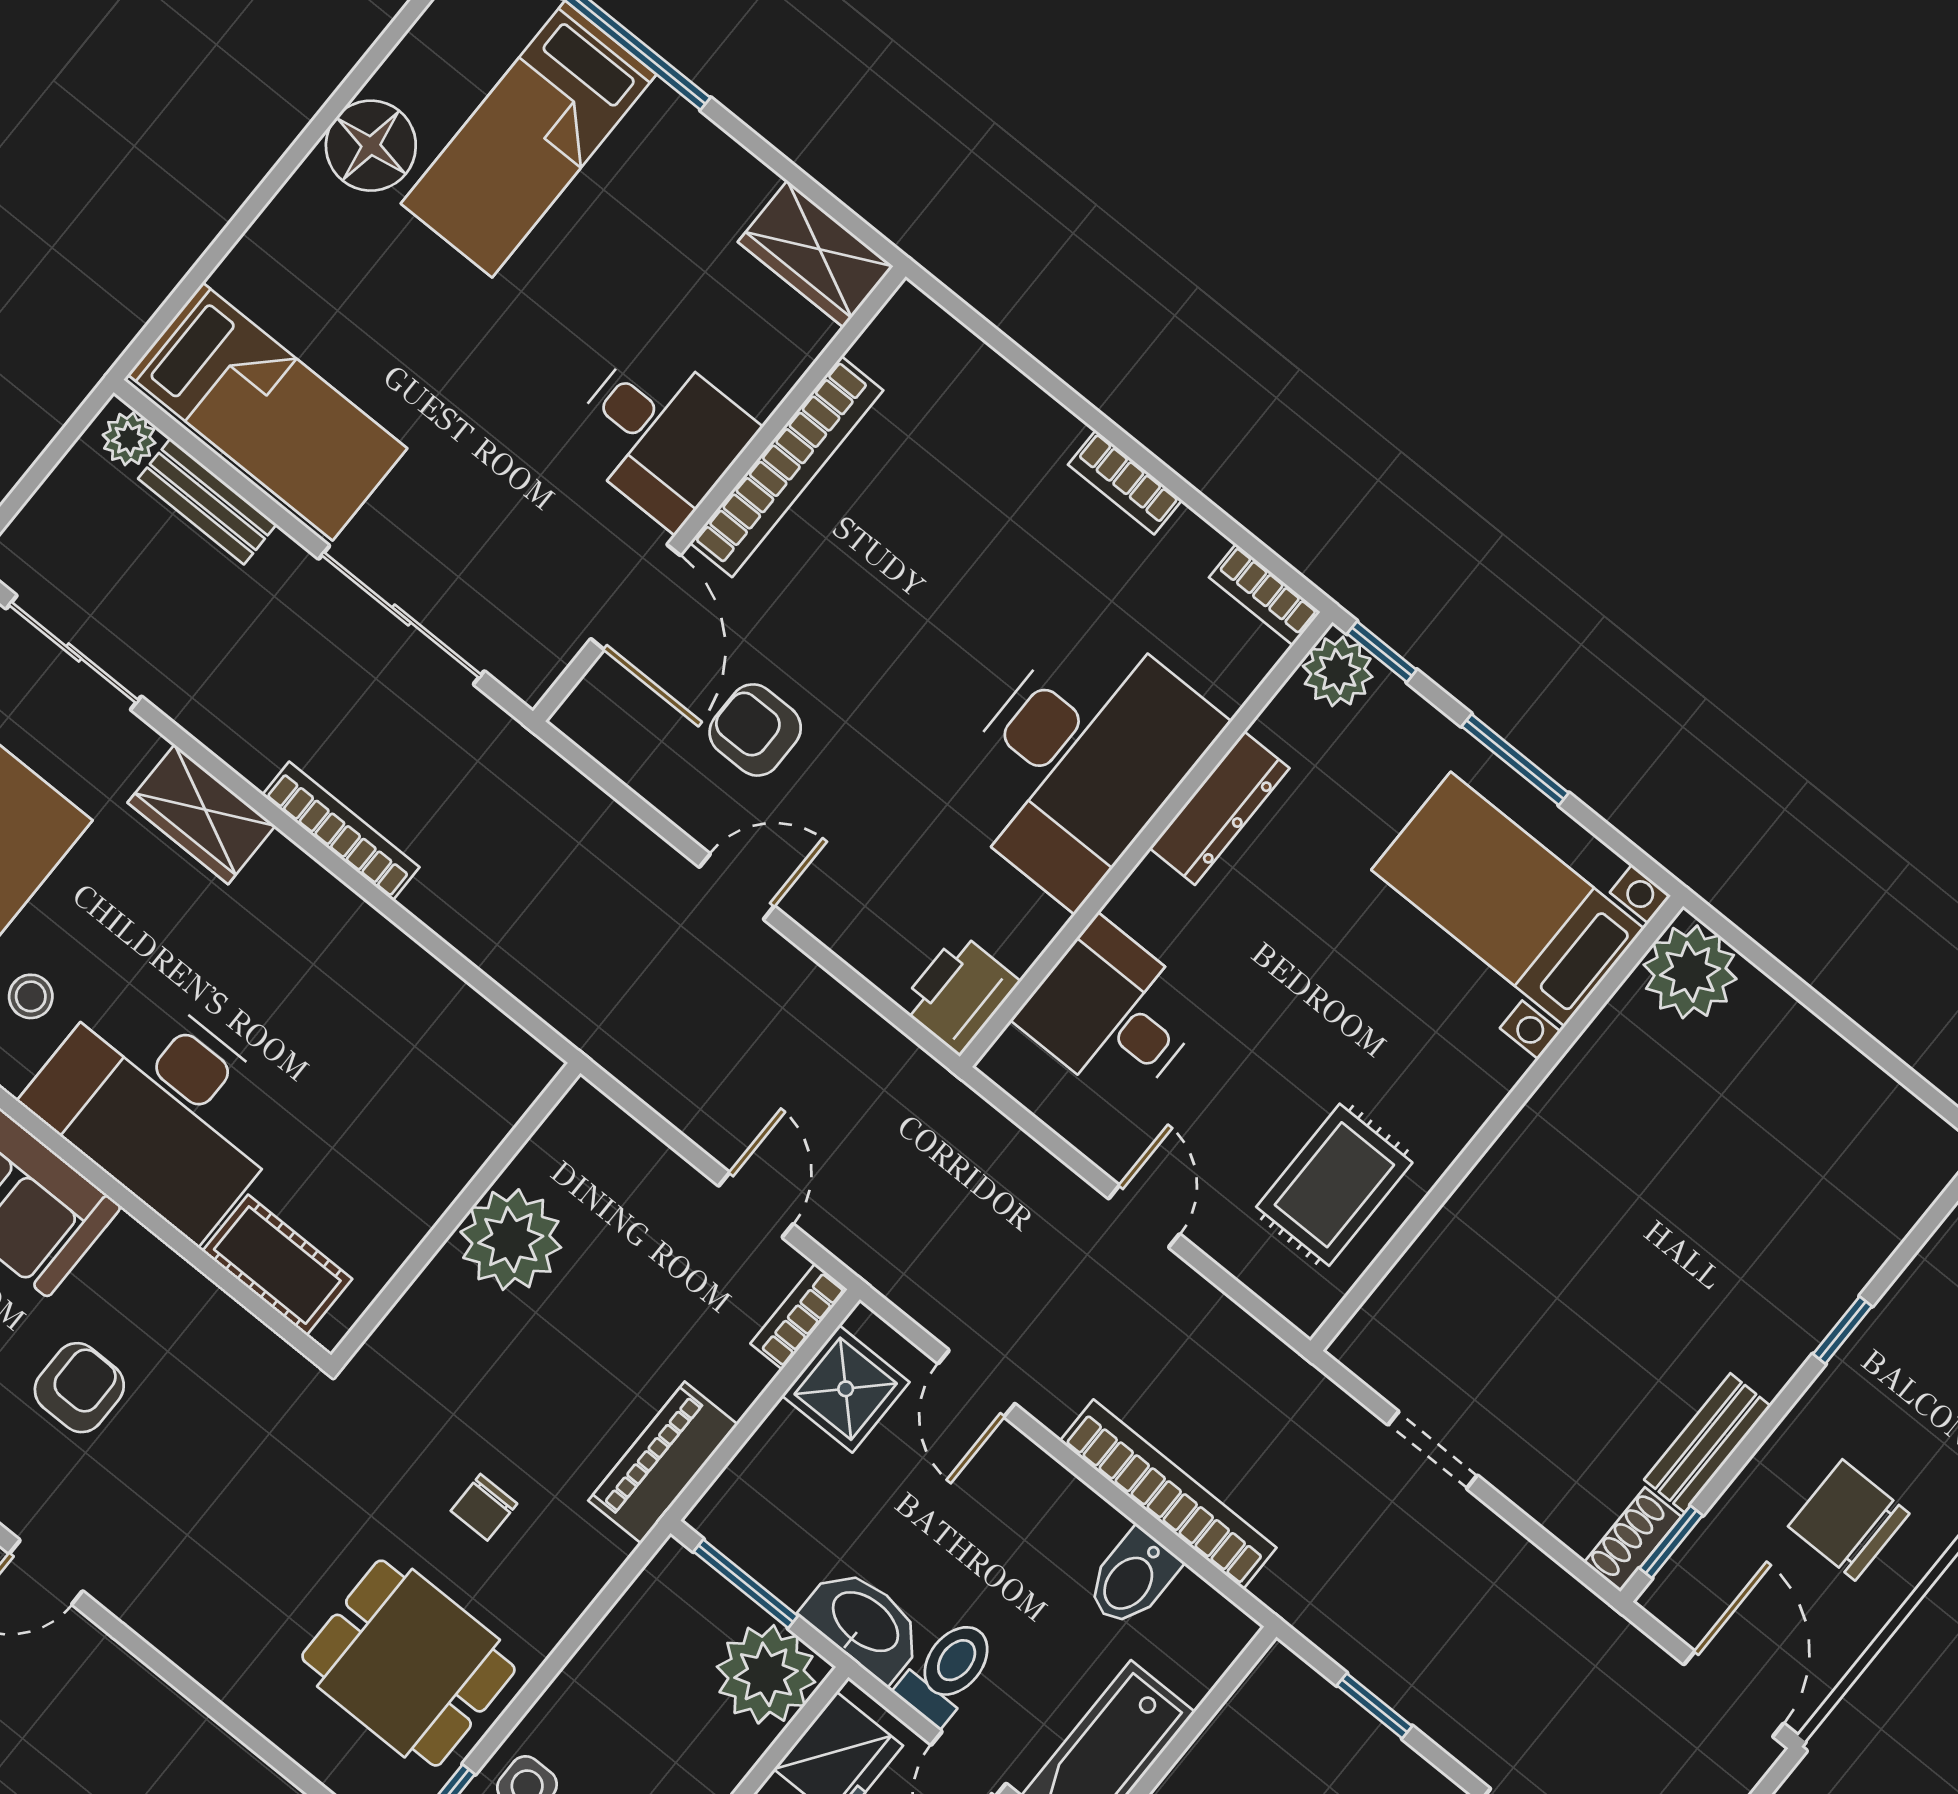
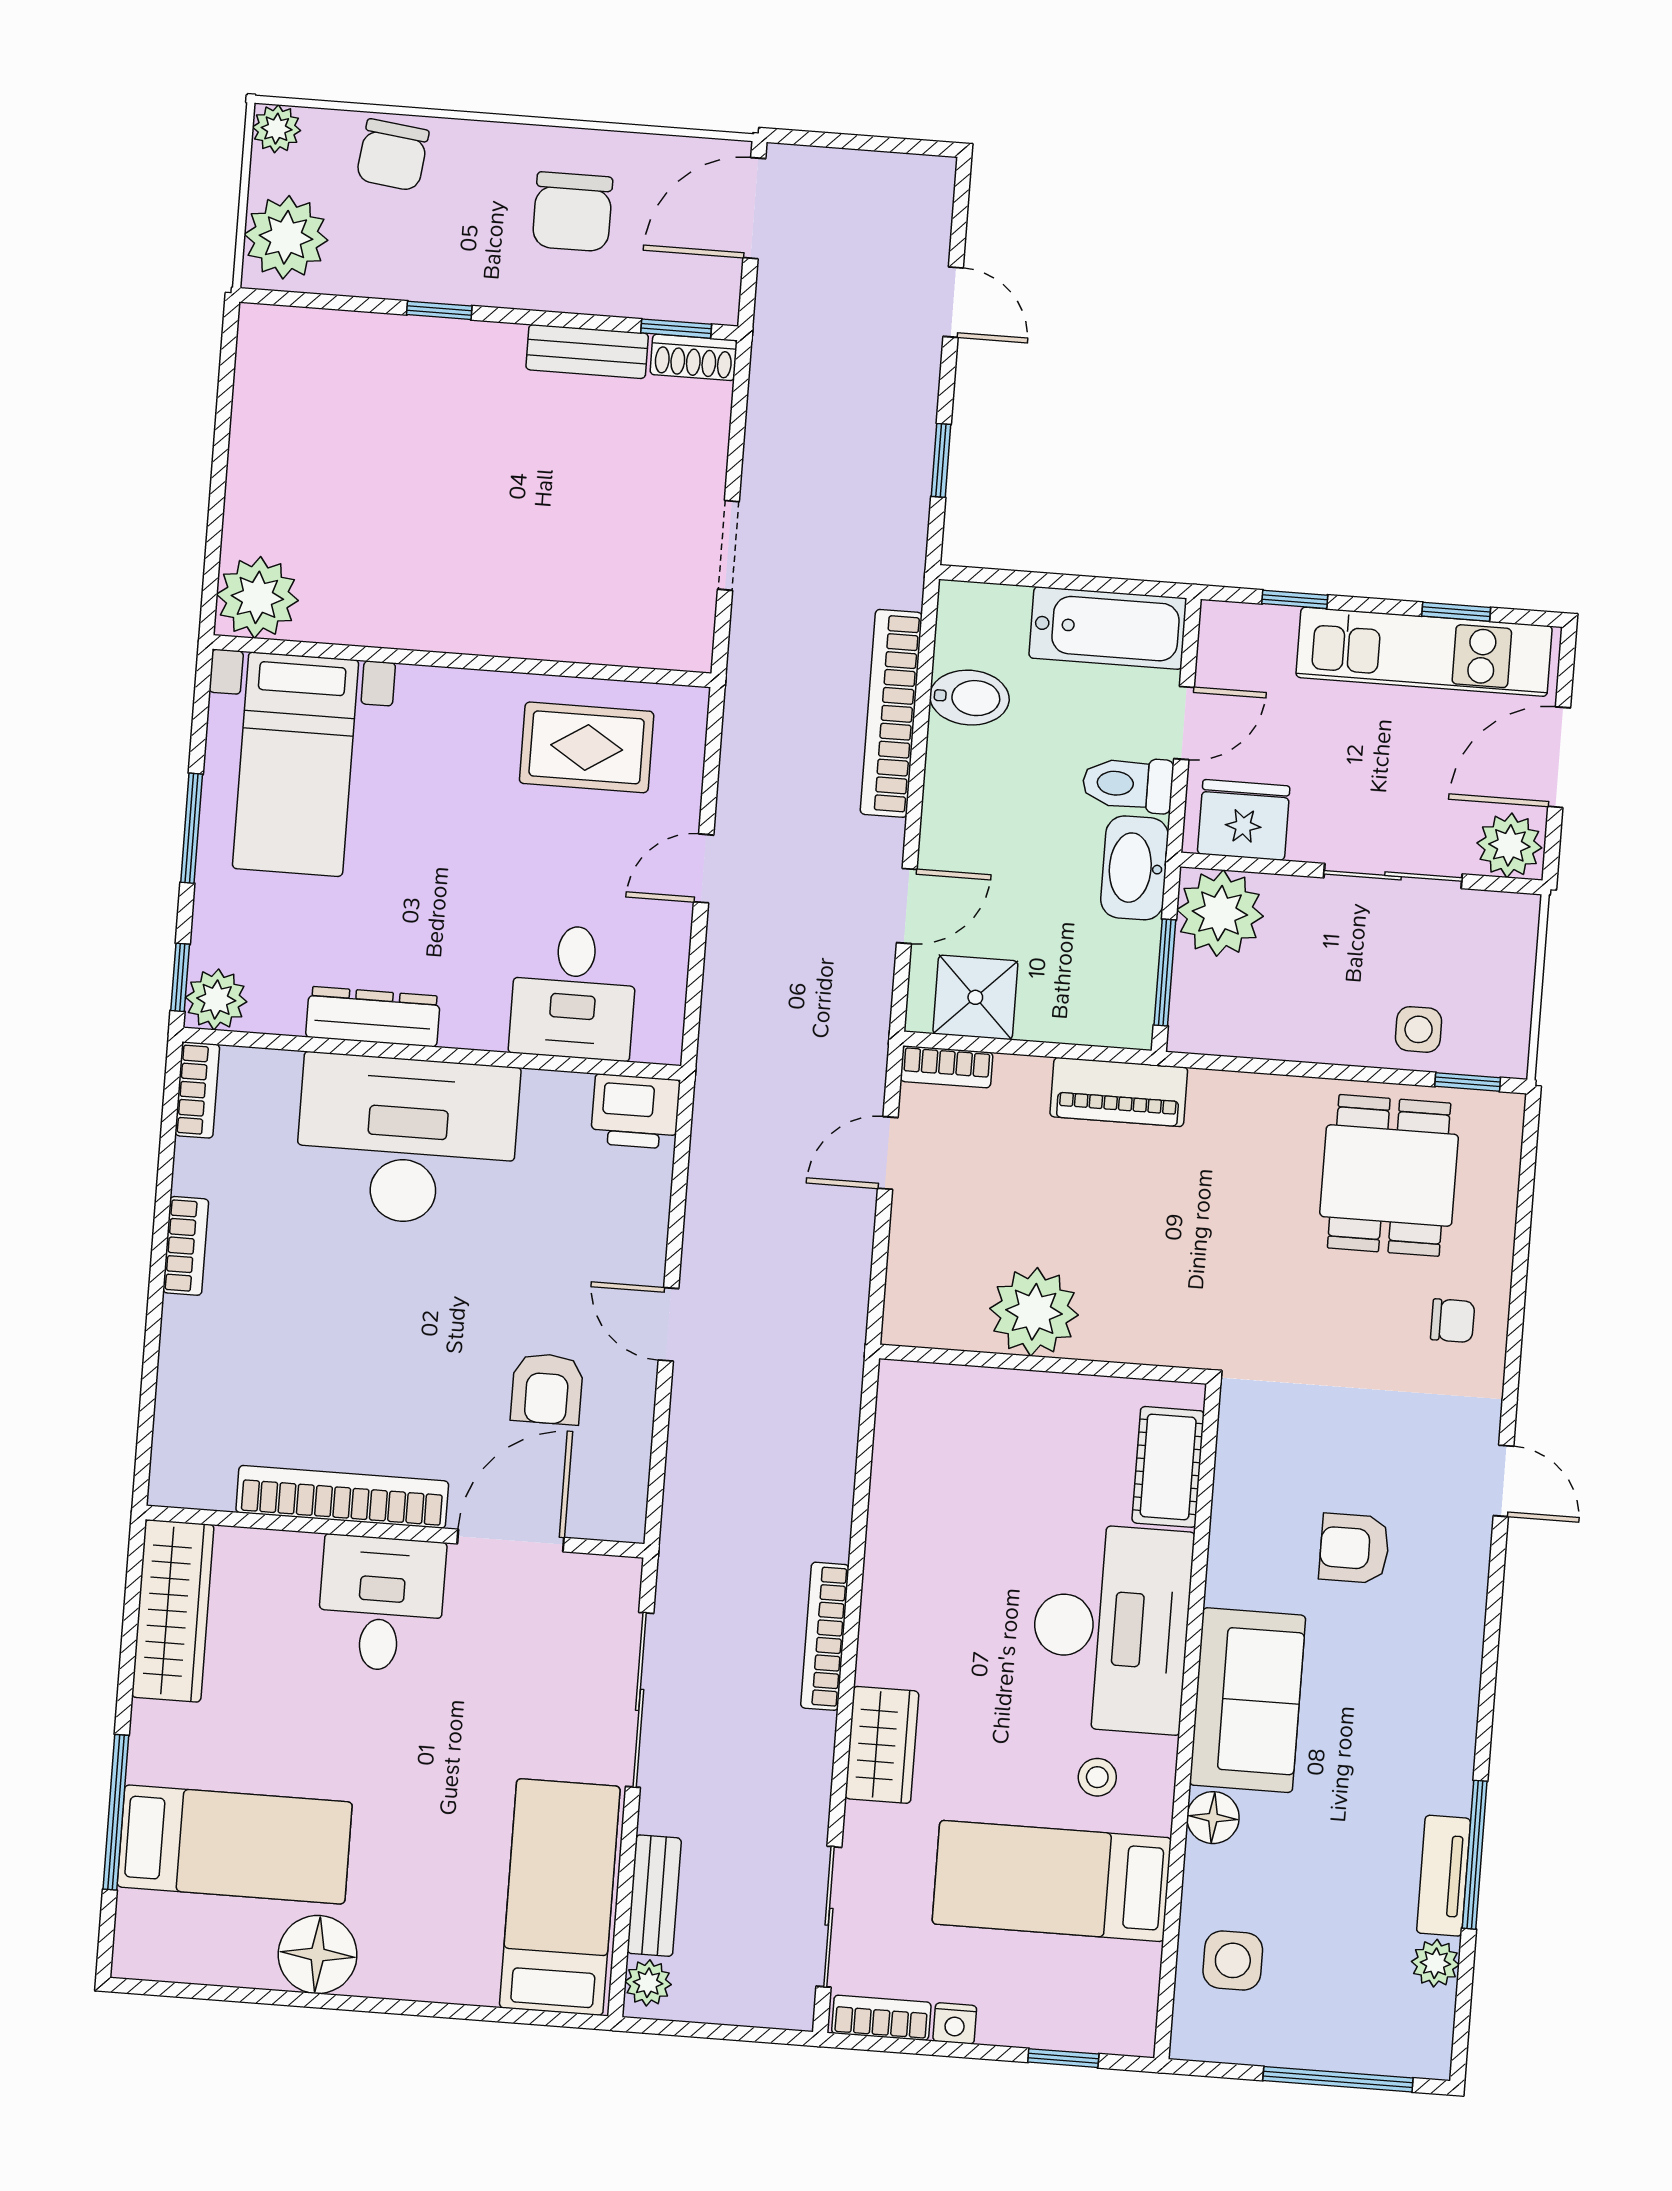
wardrobe: (816, 254) -> (173, 1611), width x1.50
chair: (484, 1507) -> (1453, 1321), moved

